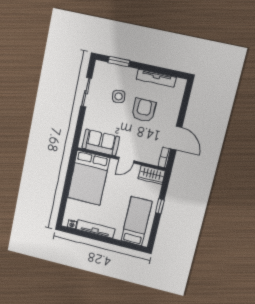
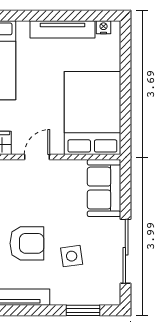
sliding door: (86, 92) -> (125, 251), width x1.37
armchair: (144, 110) -> (27, 243), turned -90
sofa: (101, 142) -> (104, 188), moved, turned 90

